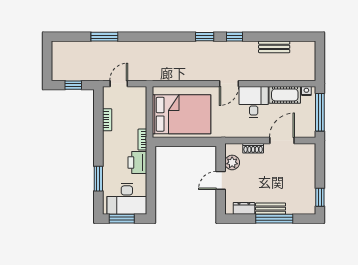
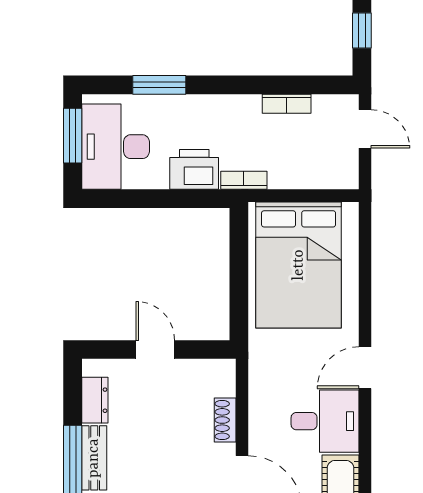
door: (229, 84) -> (365, 368), hinge flipped
plant: (232, 162) -> (194, 375), removed

